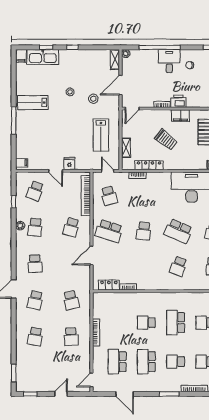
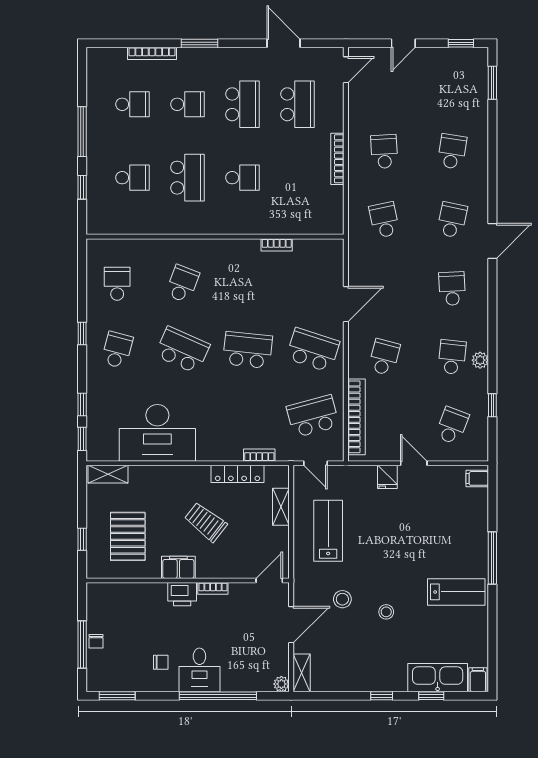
school desk: (109, 196) -> (313, 416), width x1.85
school desk: (144, 231) -> (248, 350), width x1.85
locker: (109, 285) -> (313, 248), removed

